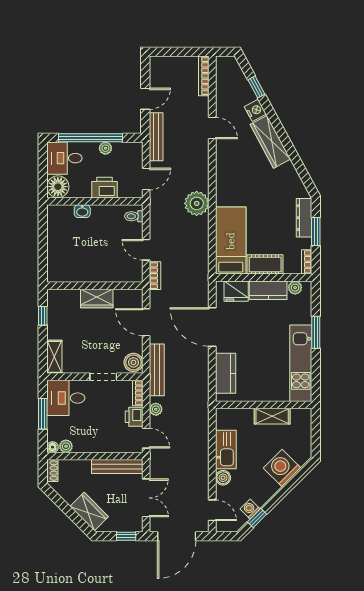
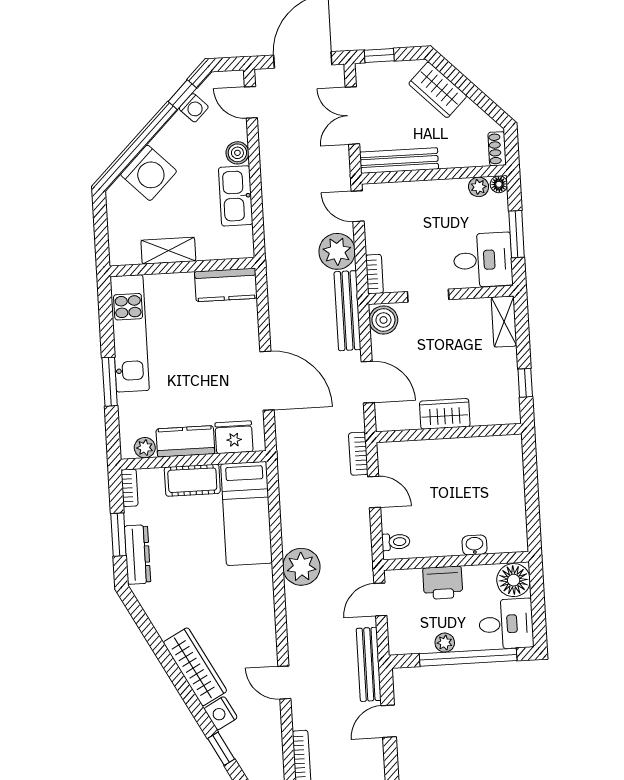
kitchen counter: (226, 373) -> (226, 285), moved, turned -90
plant: (156, 409) -> (337, 251), width x1.87, depth x1.87
printer: (134, 417) -> (378, 238), removed

